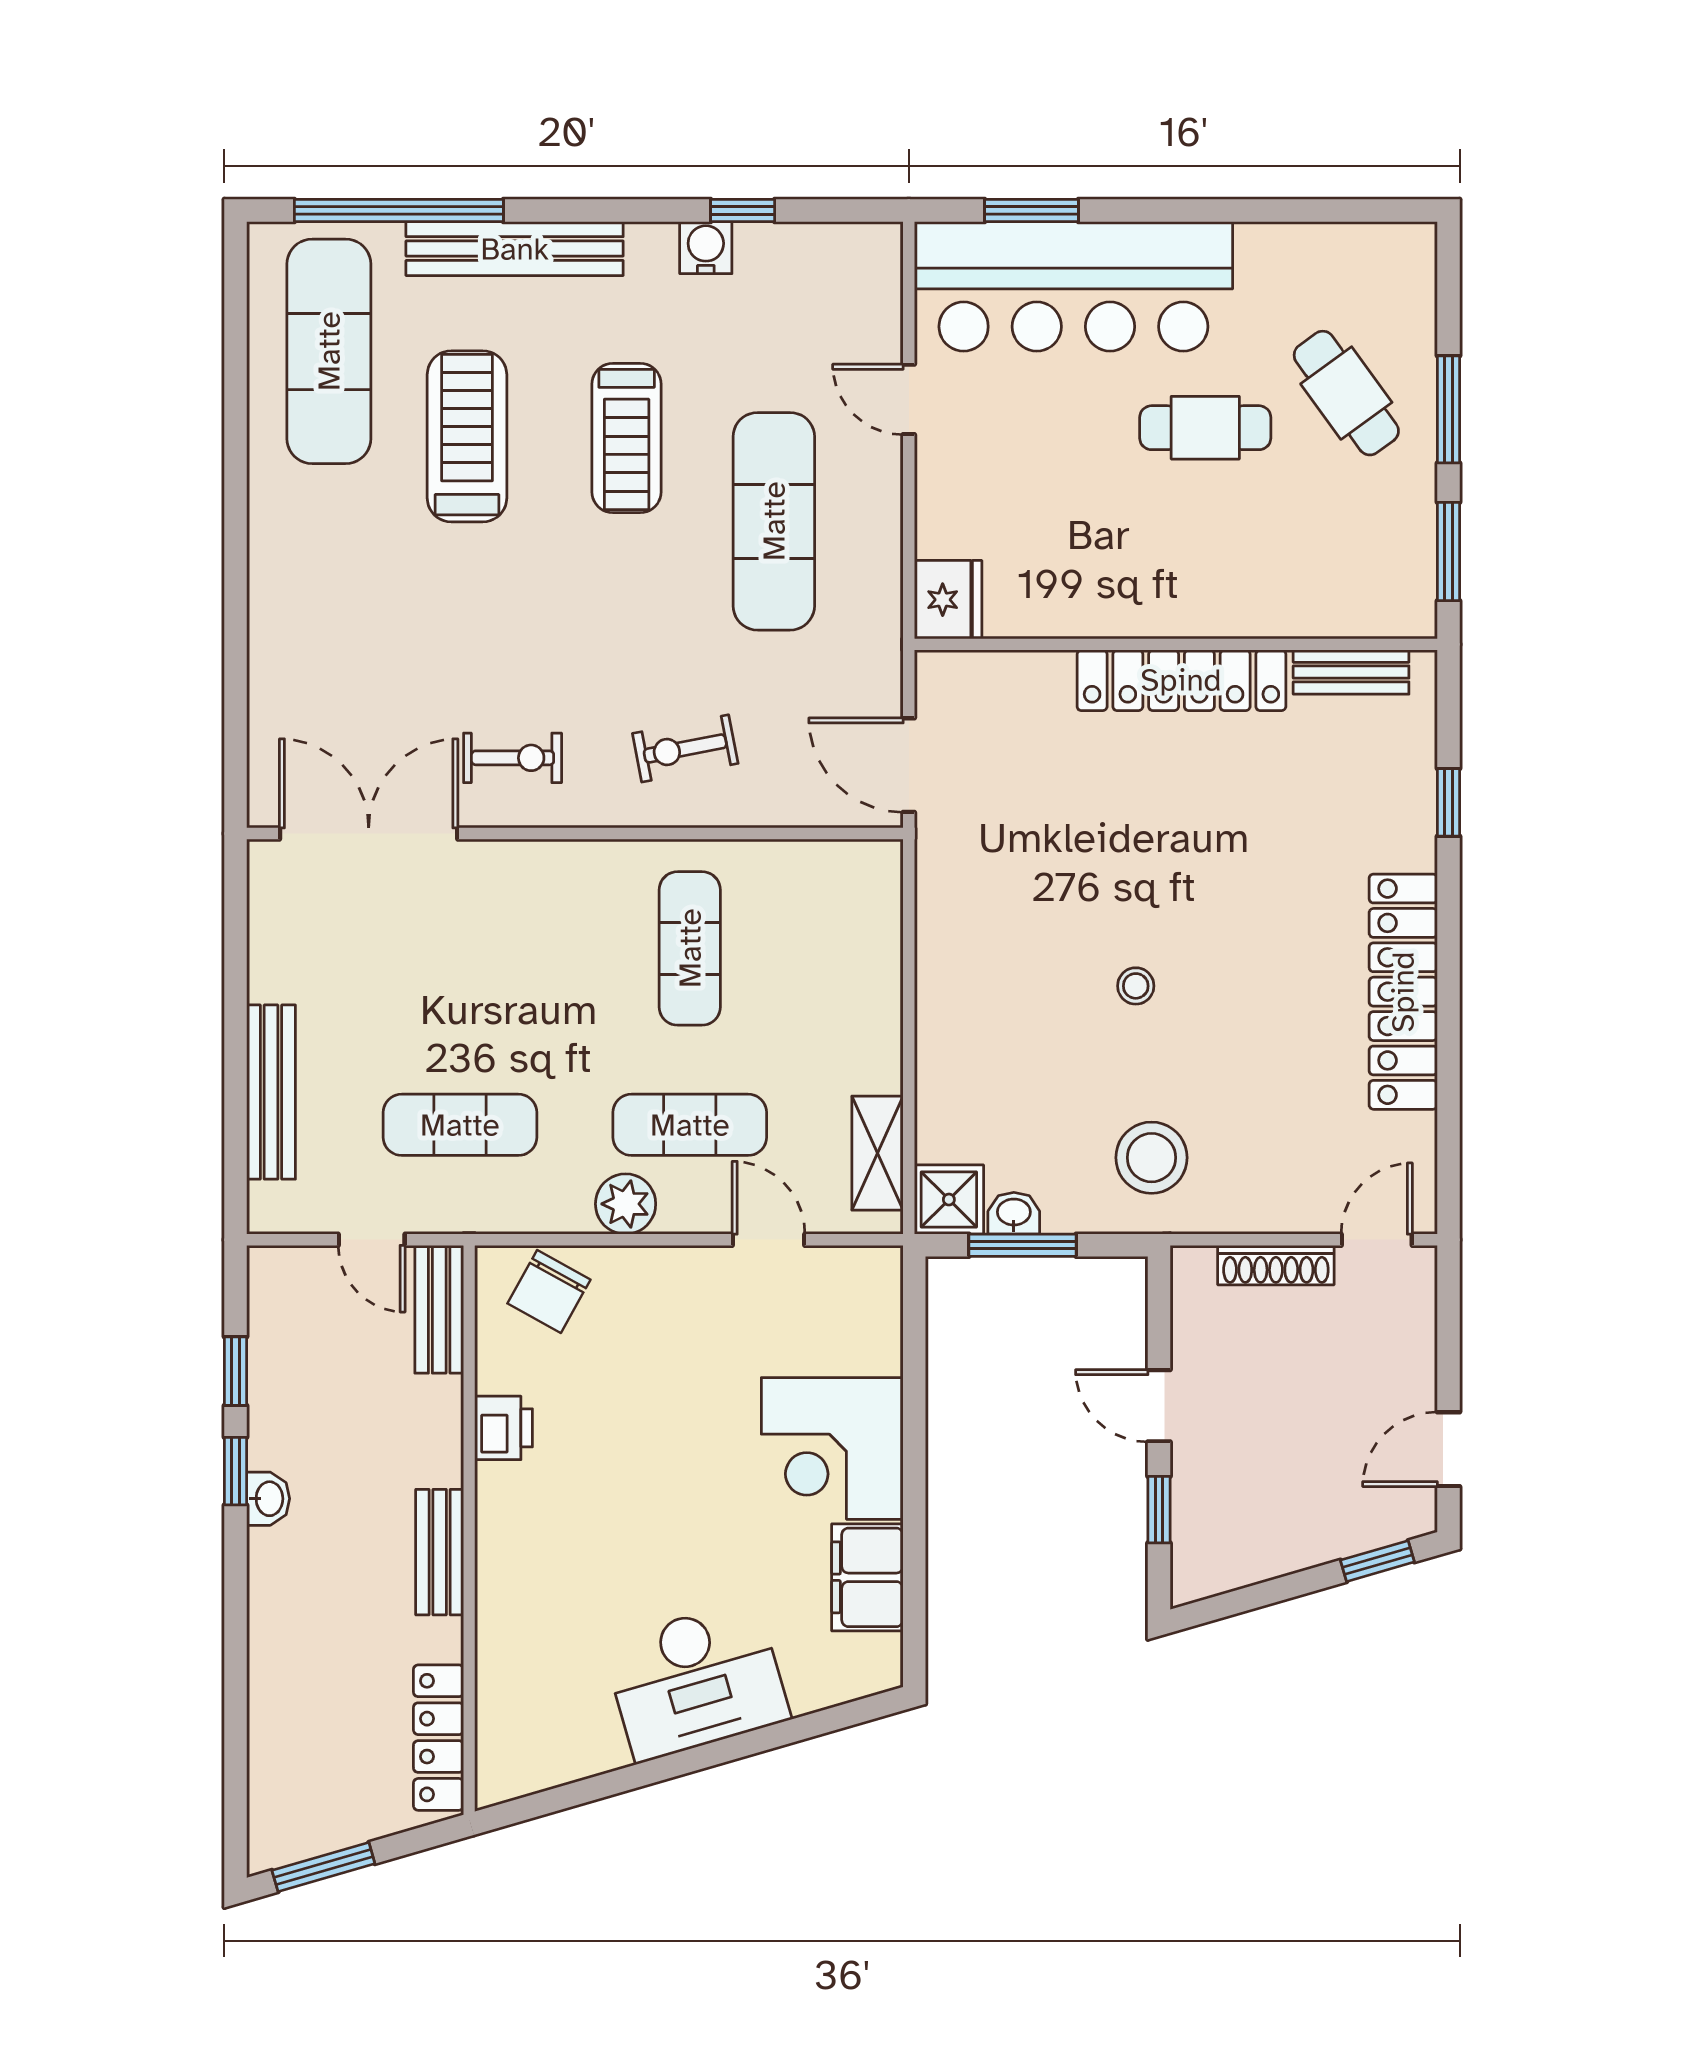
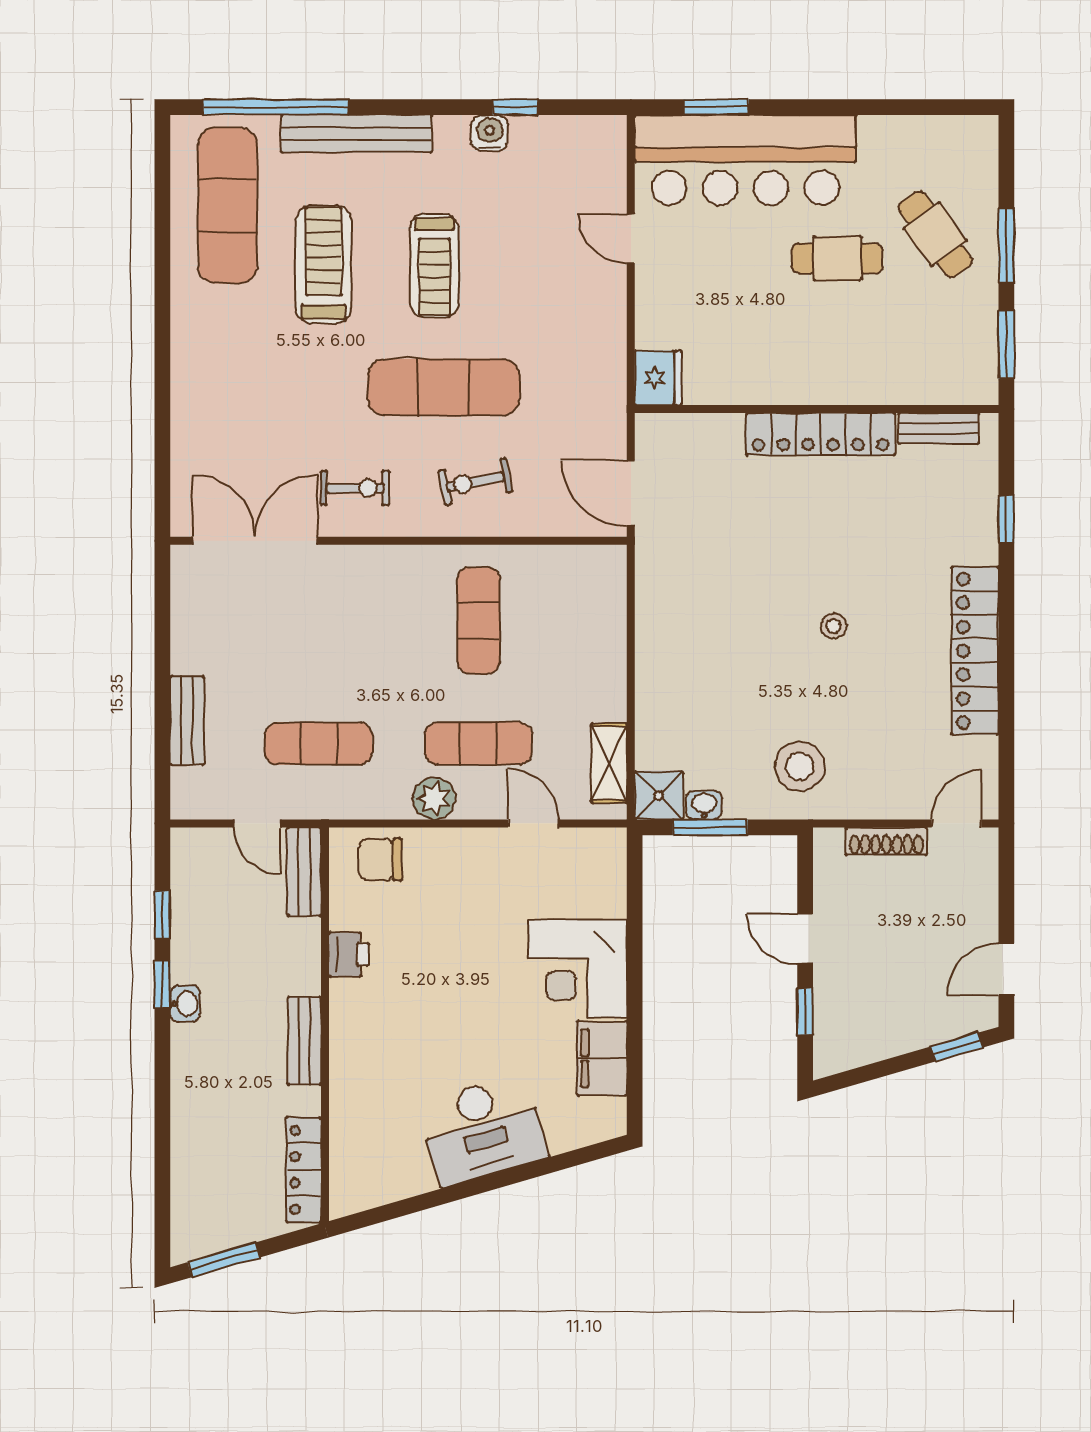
exercise mat: (774, 521) -> (444, 387), moved, turned 90
stool: (1136, 986) -> (834, 626), moved
bench: (271, 1092) -> (187, 721), width x0.73
chair: (549, 1292) -> (380, 859), turned 61

